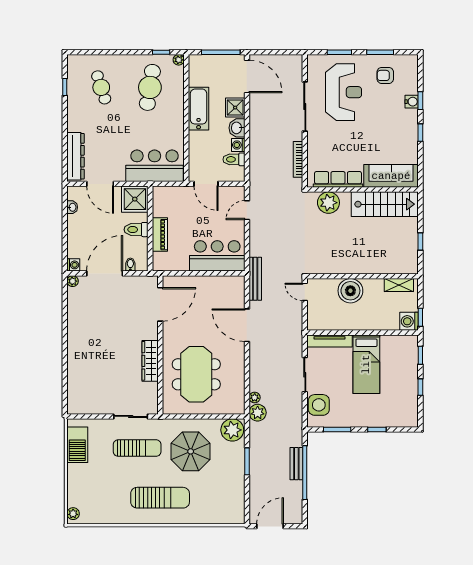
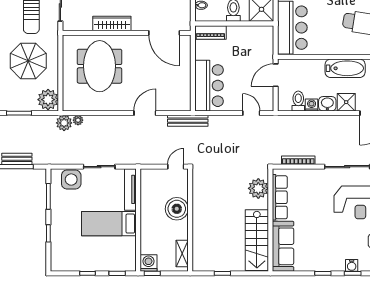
piano: (160, 235) -> (210, 32), moved
door: (247, 325) -> (145, 113), width x0.73
meeting table: (196, 374) -> (100, 66), turned 90

